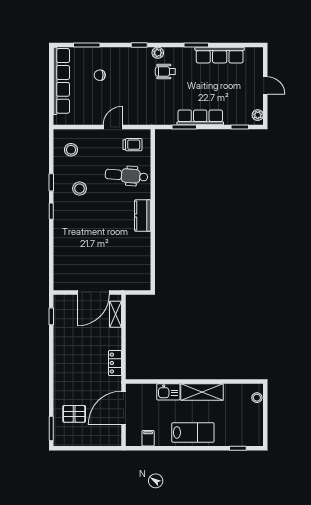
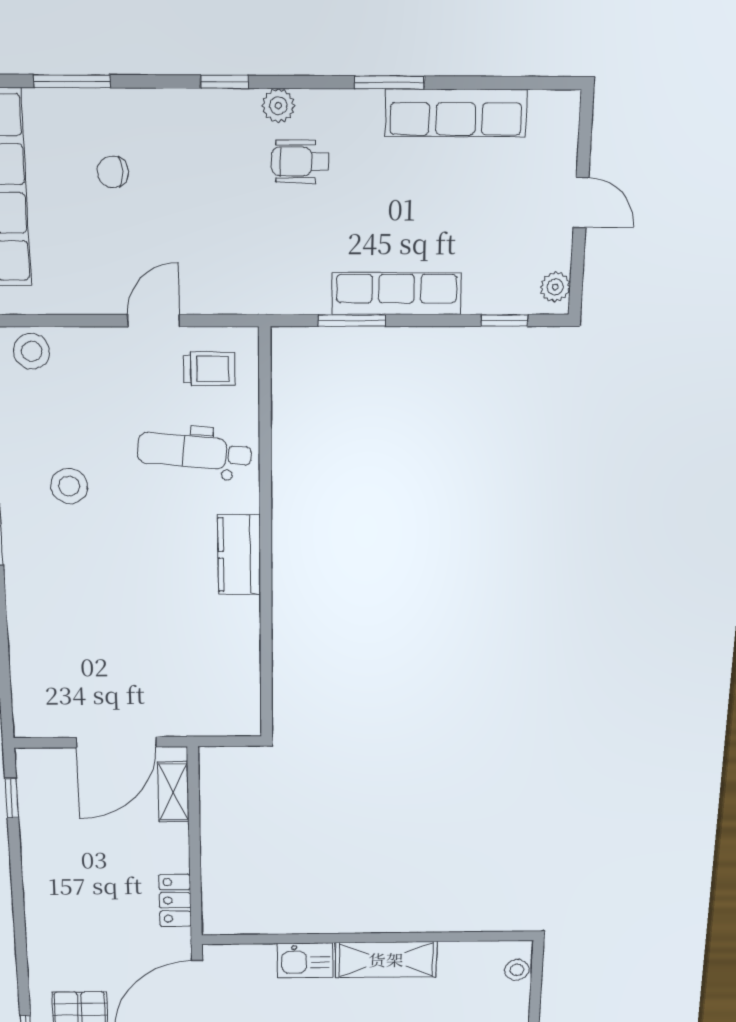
stool: (71, 150) -> (32, 351), moved

